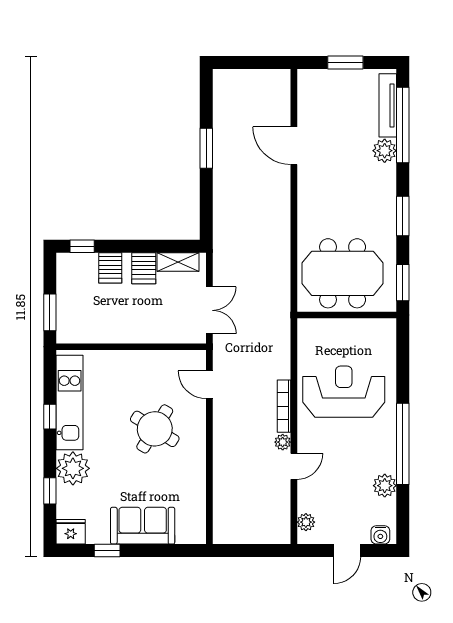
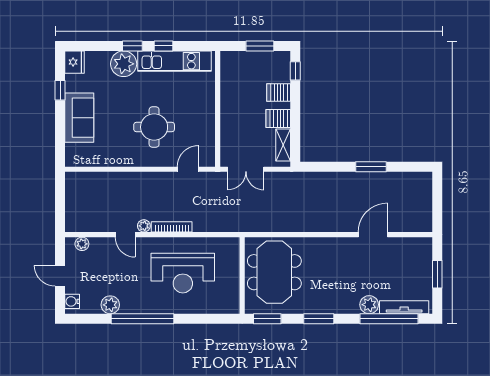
window: (50, 312) -> (260, 46), moved
reception desk: (344, 392) -> (183, 273), turned 90
round table: (155, 429) -> (154, 127), turned -32
window: (50, 491) -> (132, 46), moved

